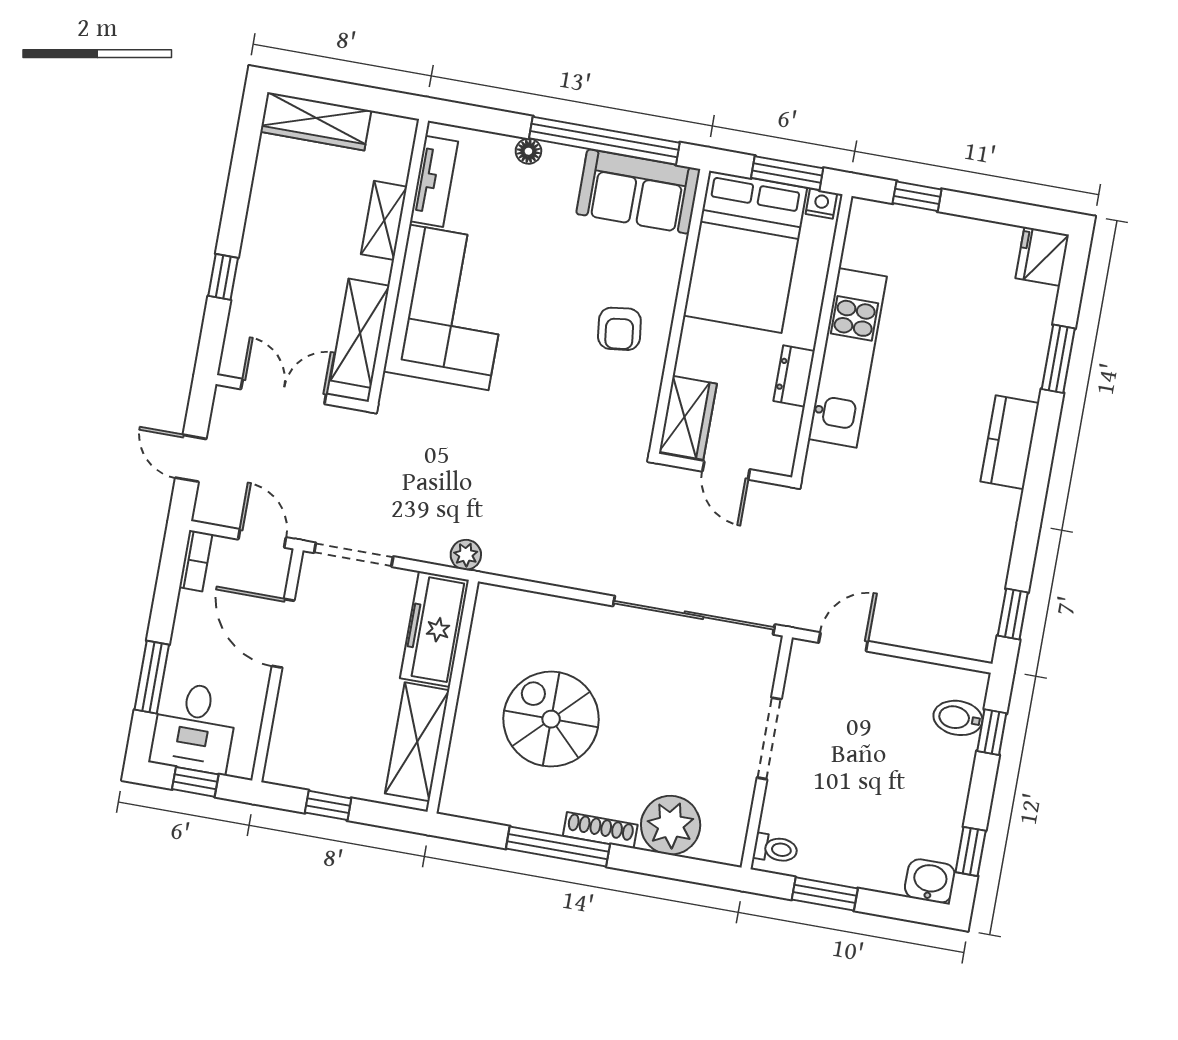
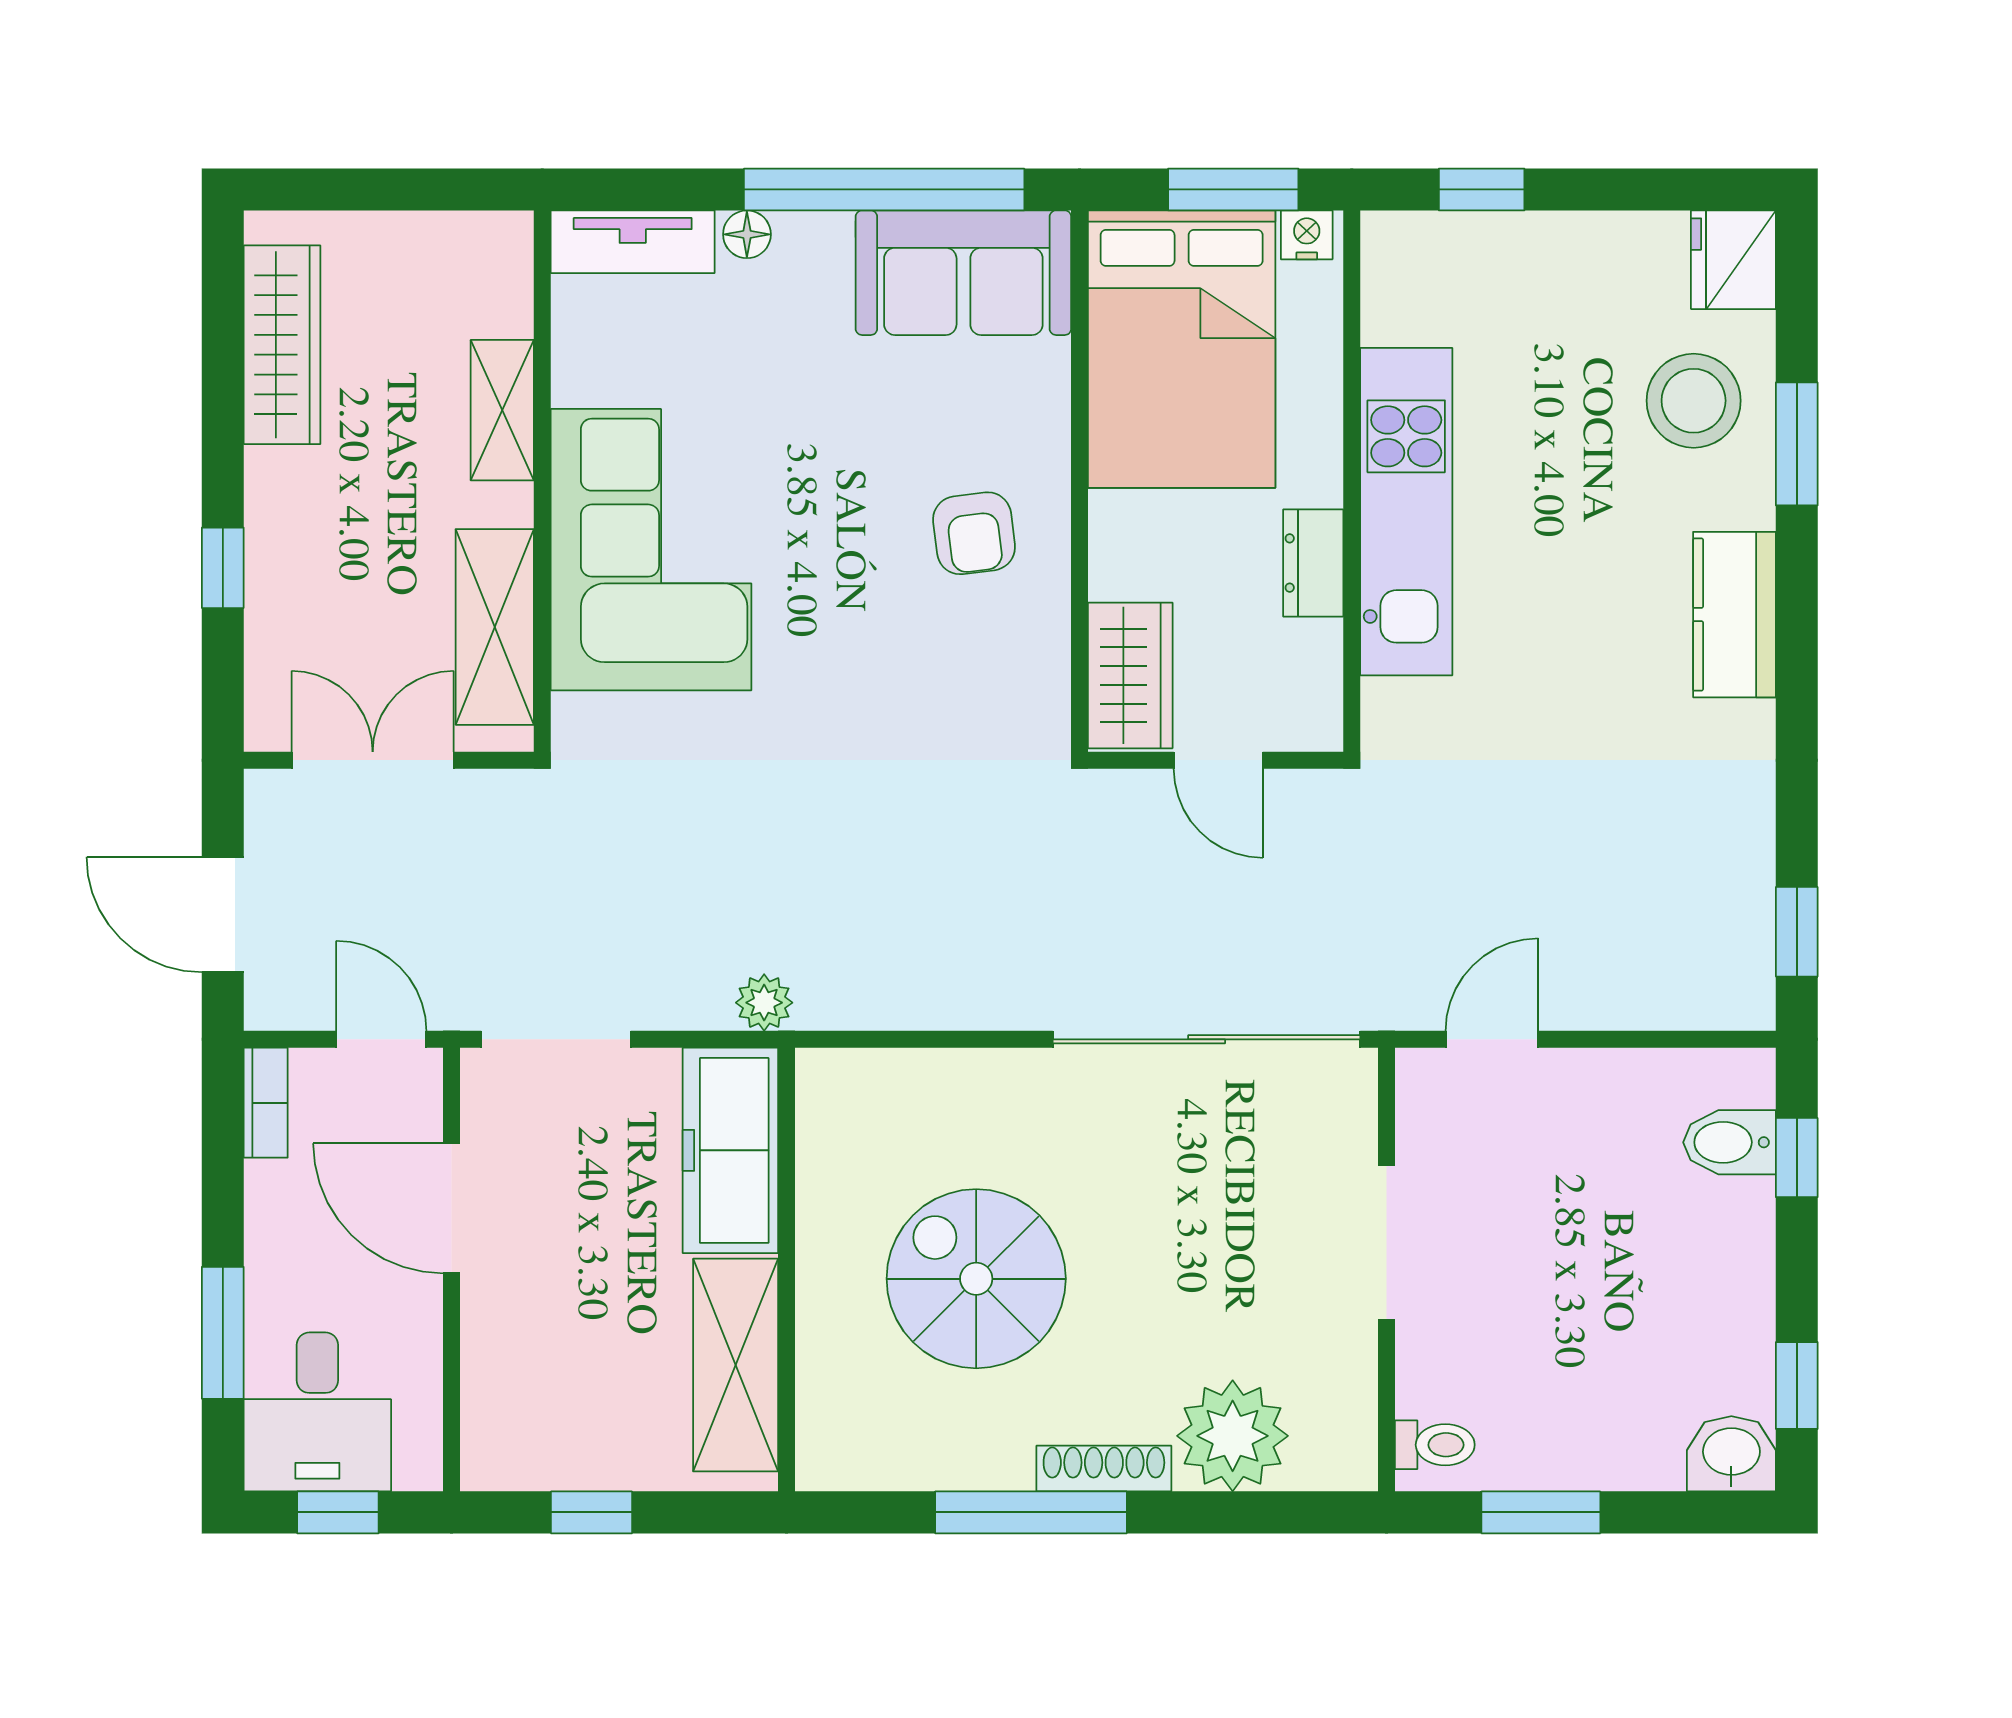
wardrobe: (316, 121) -> (282, 345), moved, turned -90
tv unit: (434, 181) -> (633, 242), moved, turned 90
stool: (1008, 327) -> (1694, 401), added
door: (191, 458) -> (223, 915), width x1.37

